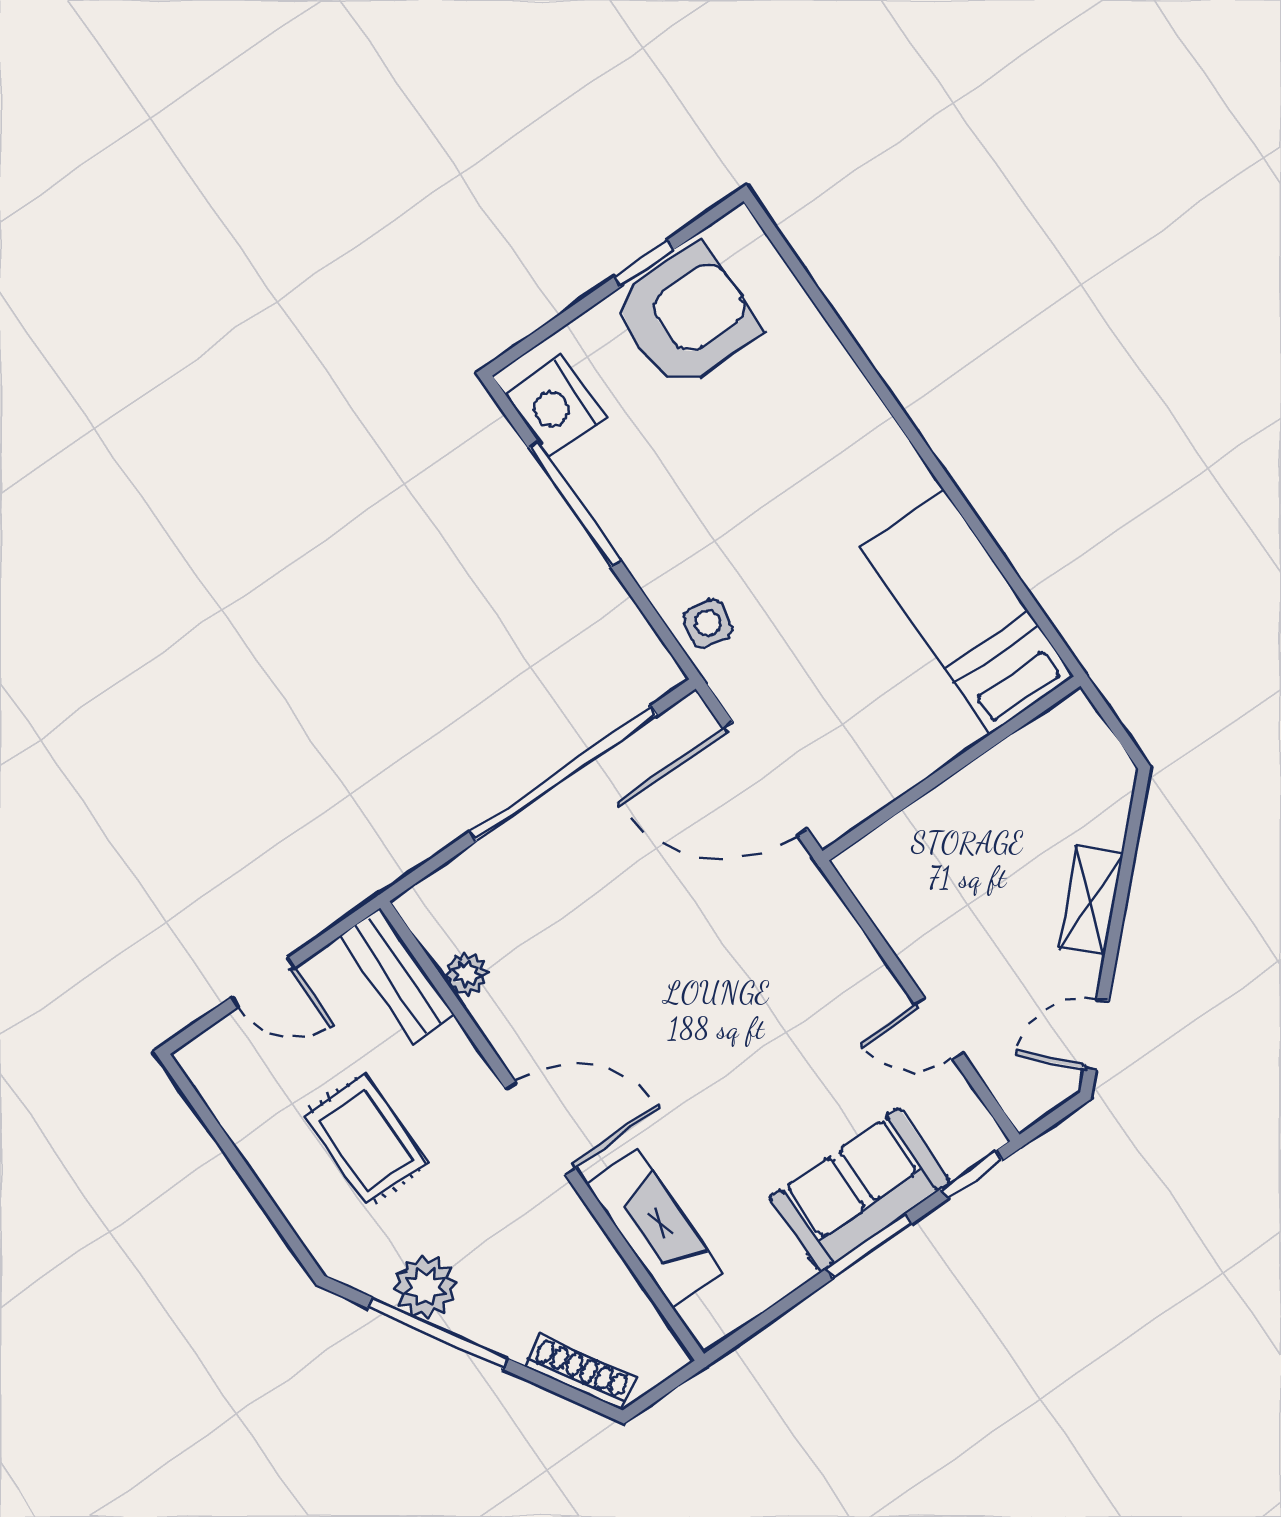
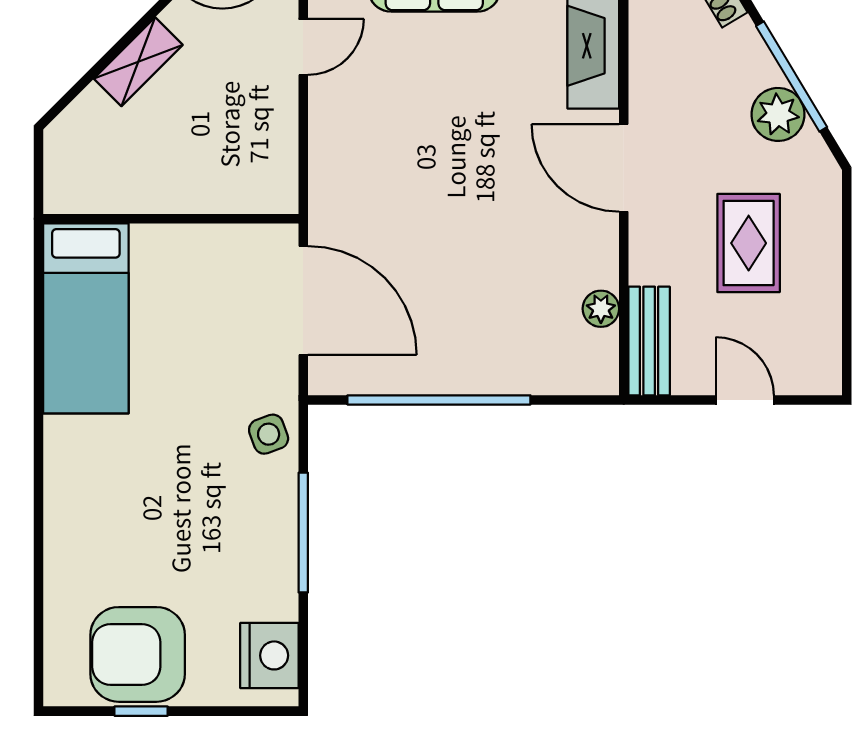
window: (574, 504) -> (303, 533), moved
side table: (708, 623) -> (269, 434), turned -30
door: (939, 1028) -> (303, 47), hinge flipped

